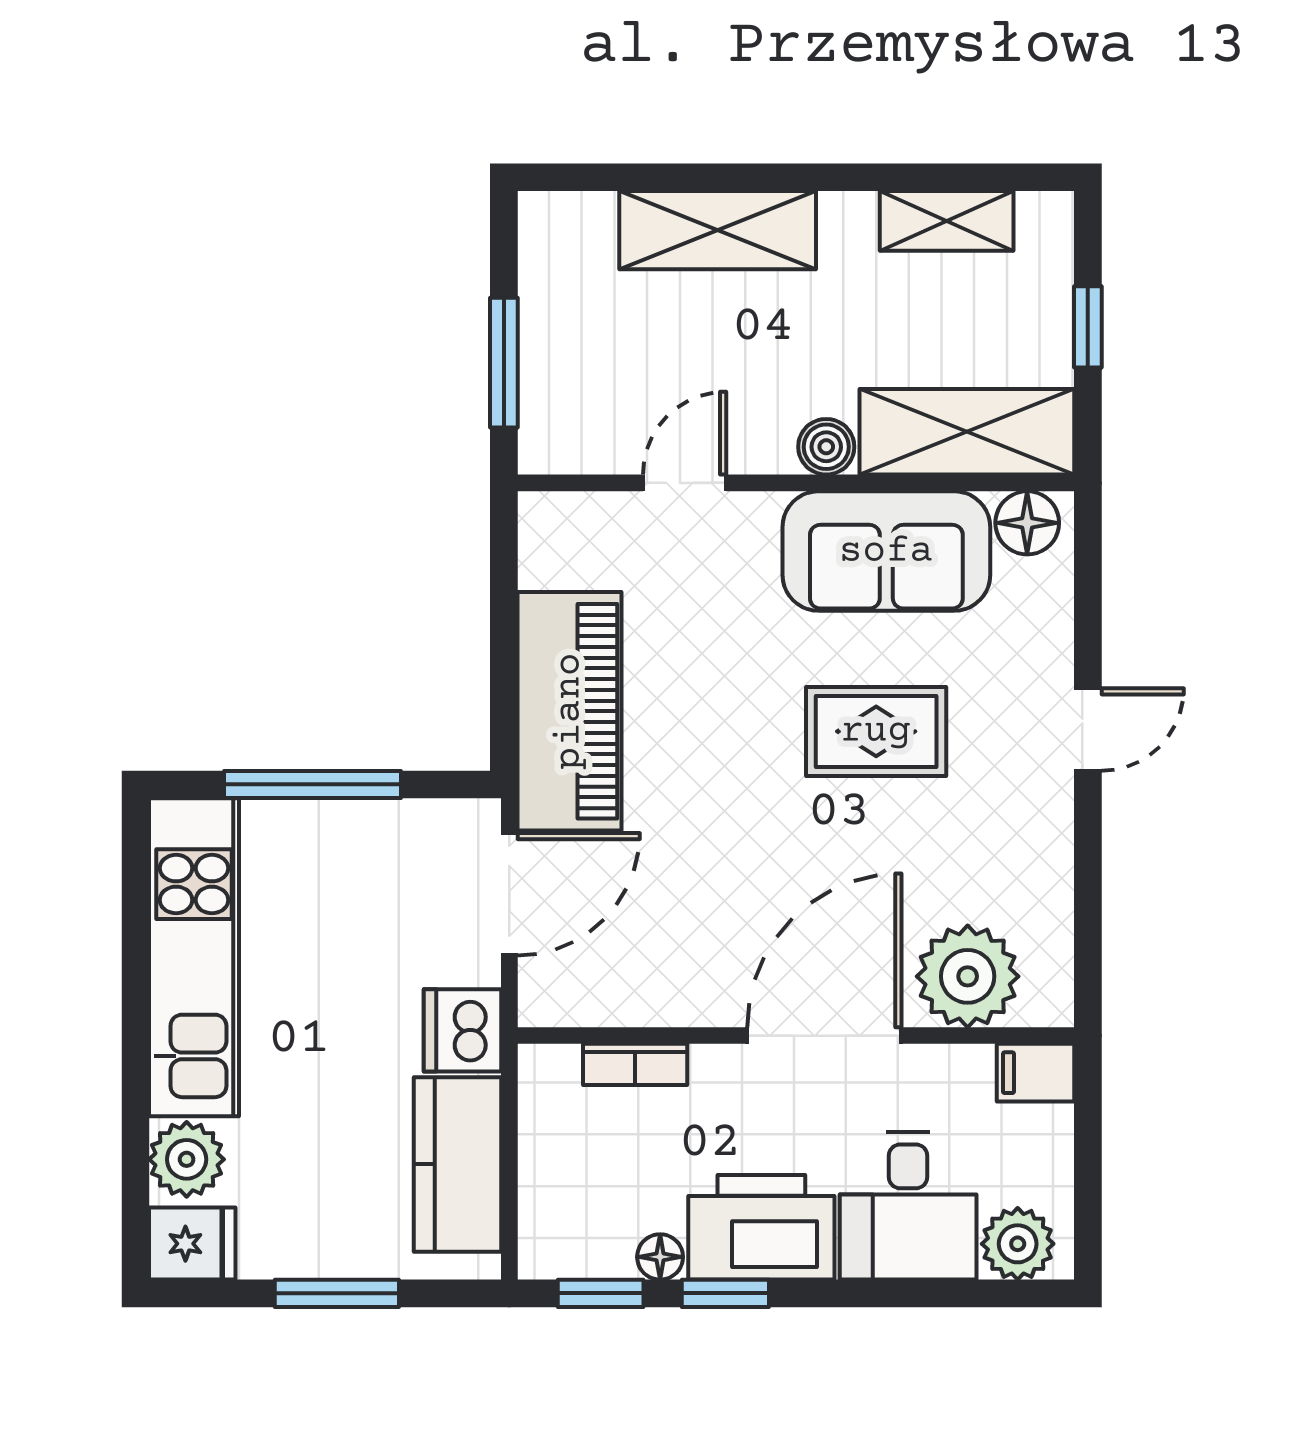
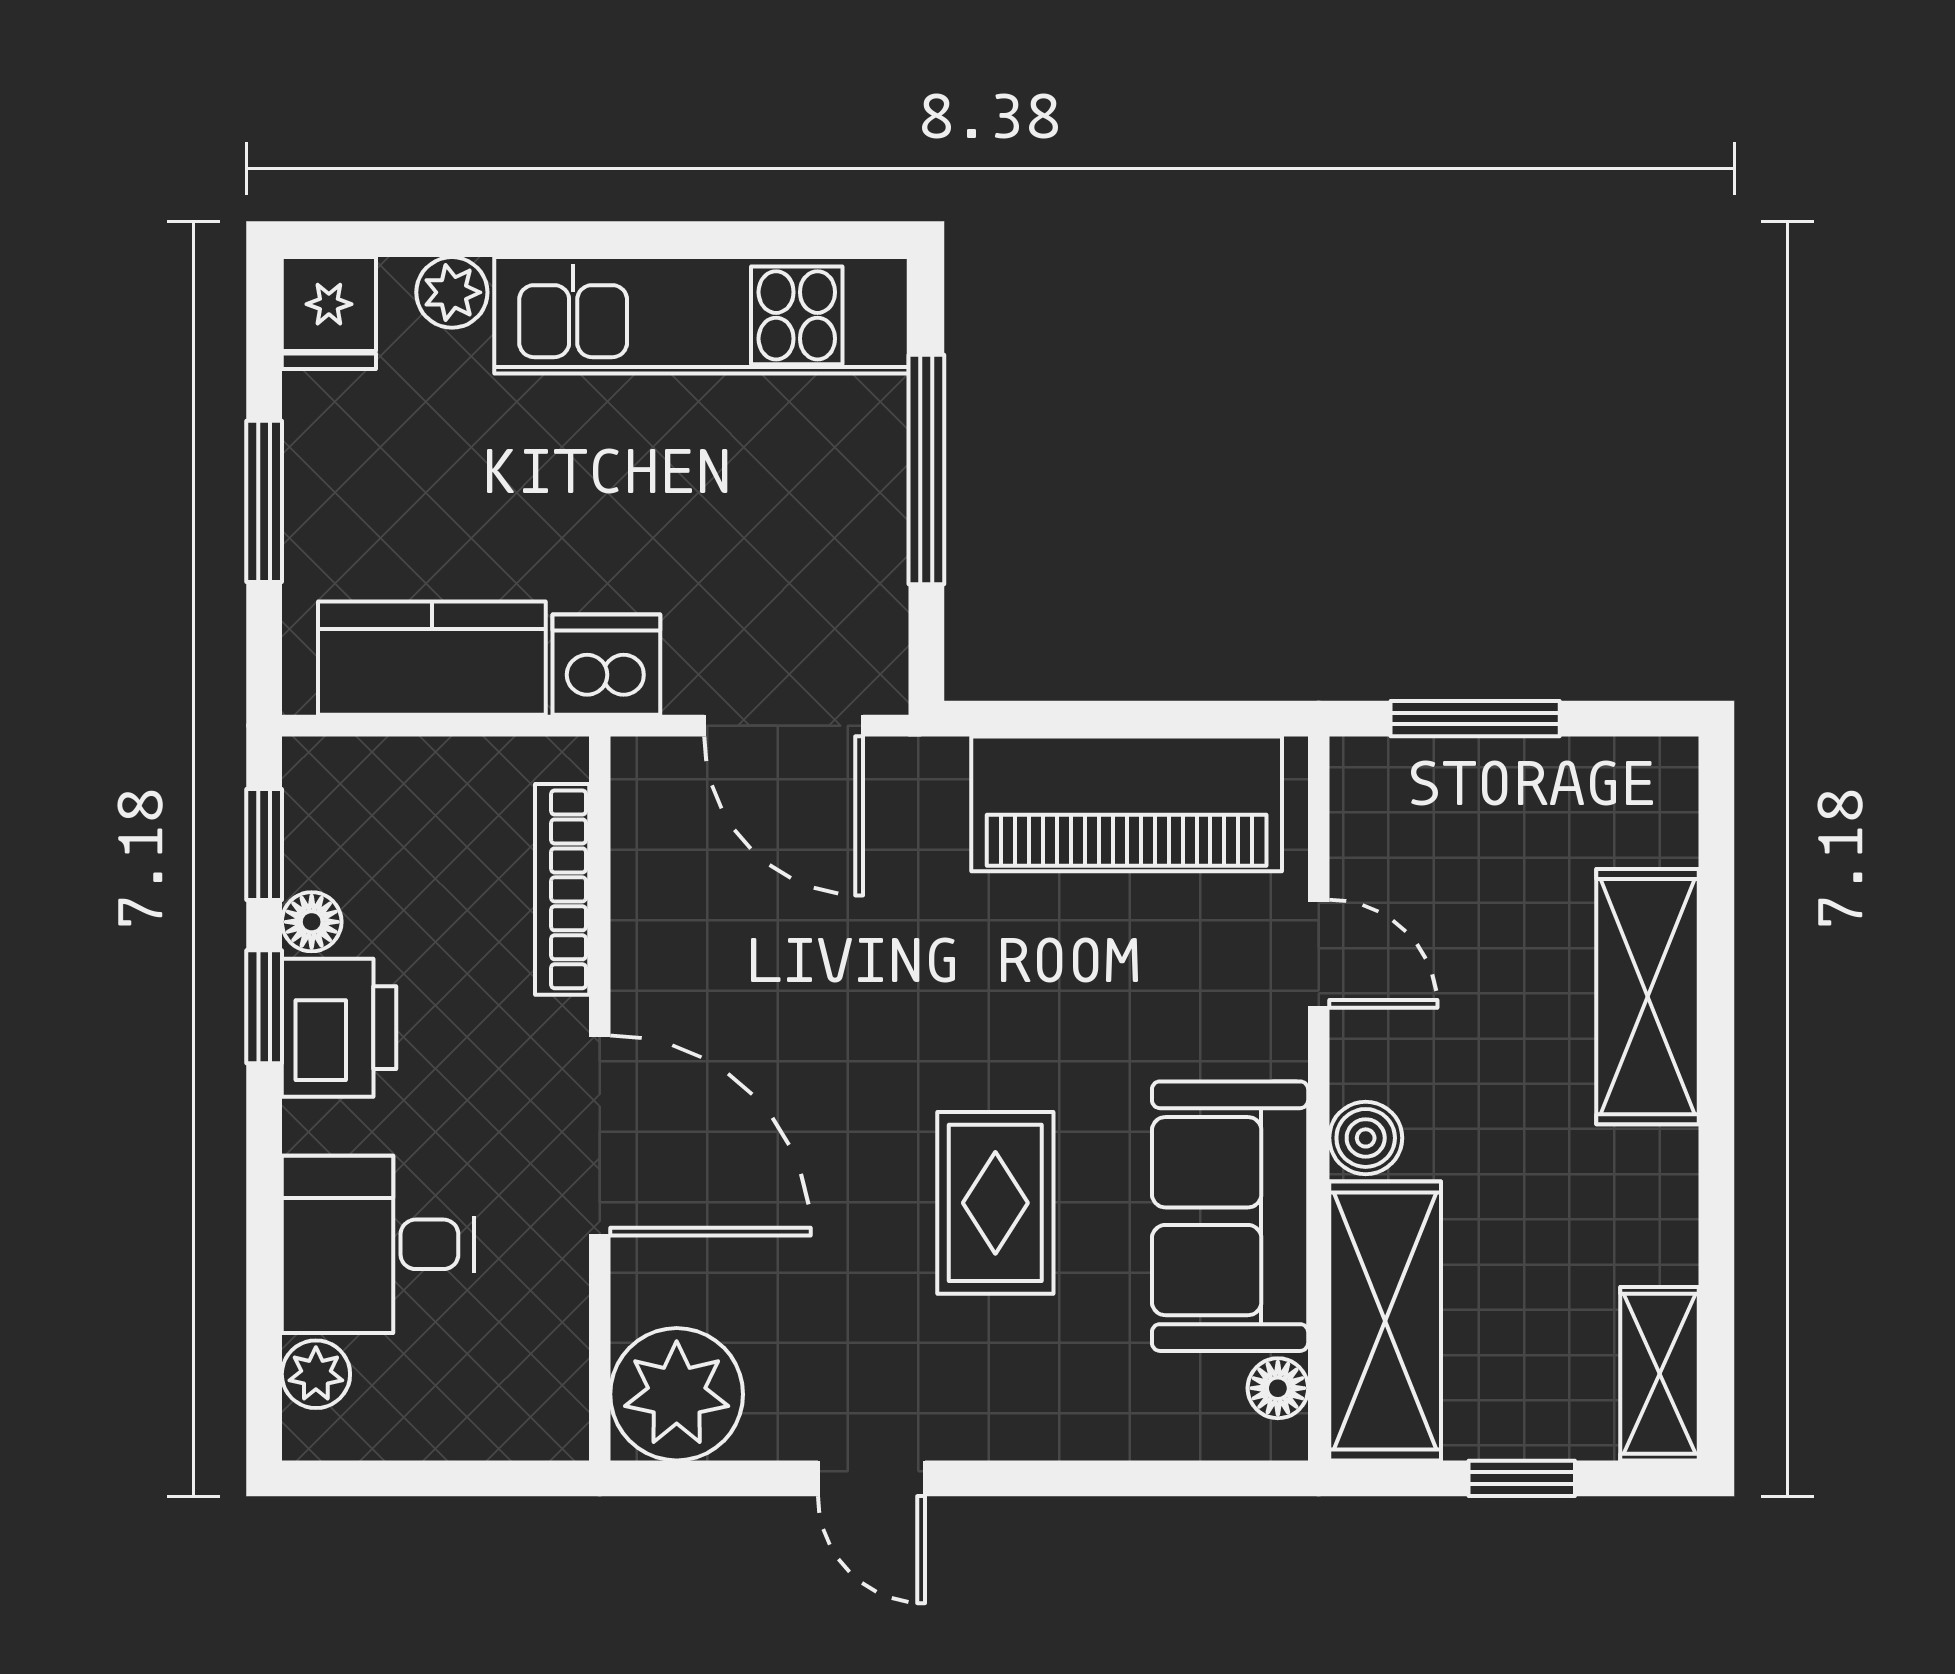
shelving: (947, 221) -> (1659, 1374), moved
floor lamp: (1027, 523) -> (1278, 1388), width x0.73, depth x0.73
piano: (569, 711) -> (1127, 804), moved
door: (1088, 730) -> (871, 1478), moved
plant: (968, 976) -> (677, 1394), moved
bookcase: (635, 1064) -> (562, 889), width x1.56
filing cabinet: (1036, 1073) -> (551, 1410), removed
plant: (187, 1159) -> (452, 292), width x0.73, depth x0.73
printer: (761, 1227) -> (339, 1028), width x0.73, depth x0.84
plant: (1018, 1244) -> (316, 1374), width x0.73, depth x0.73

